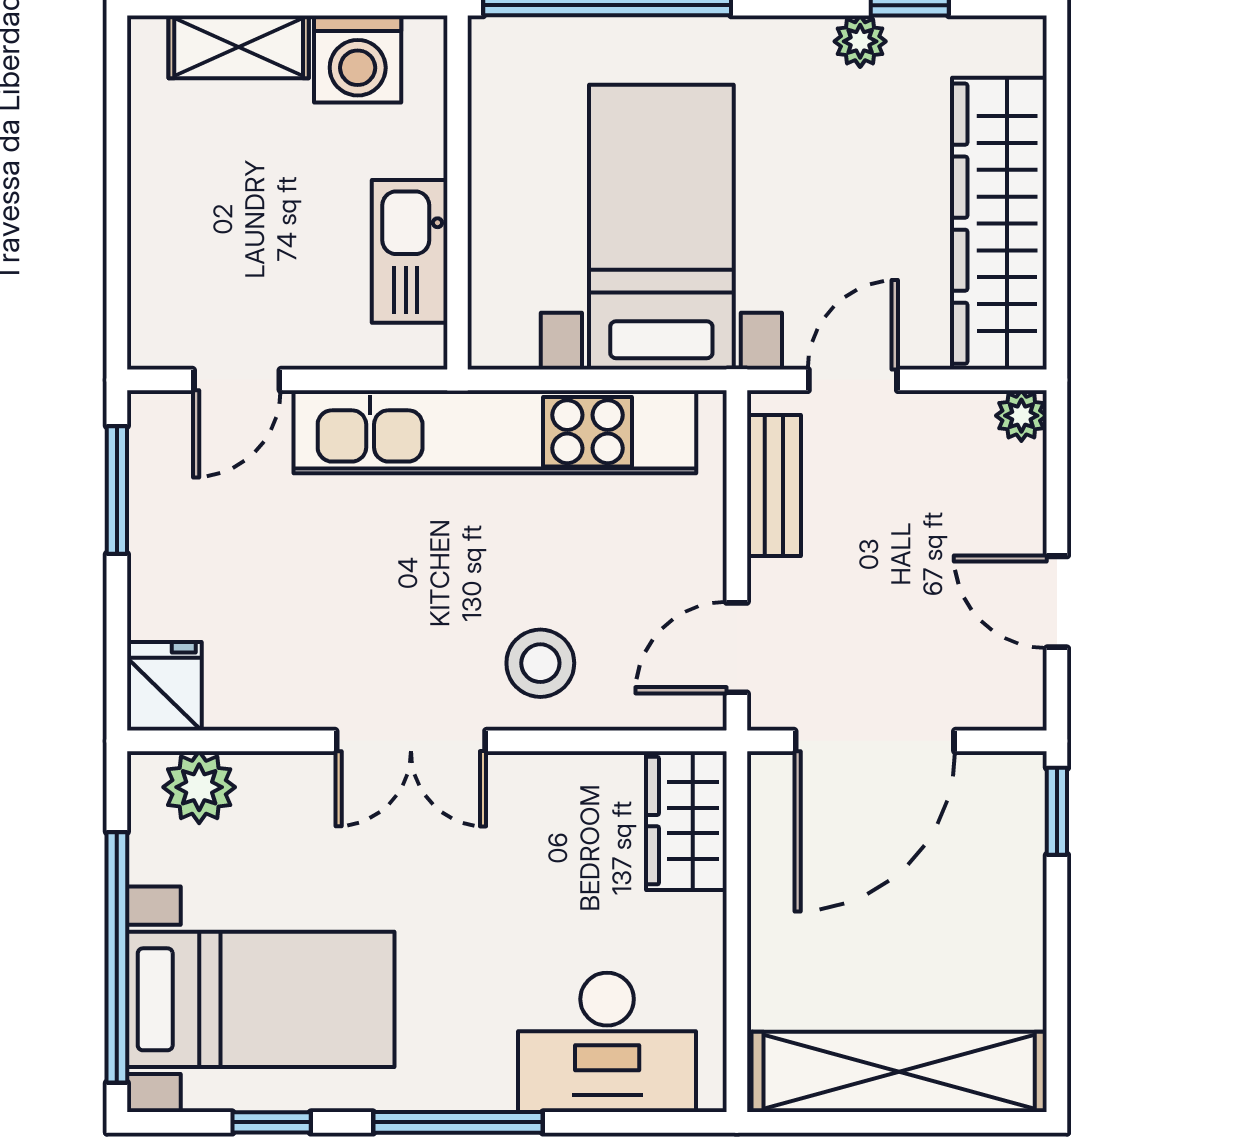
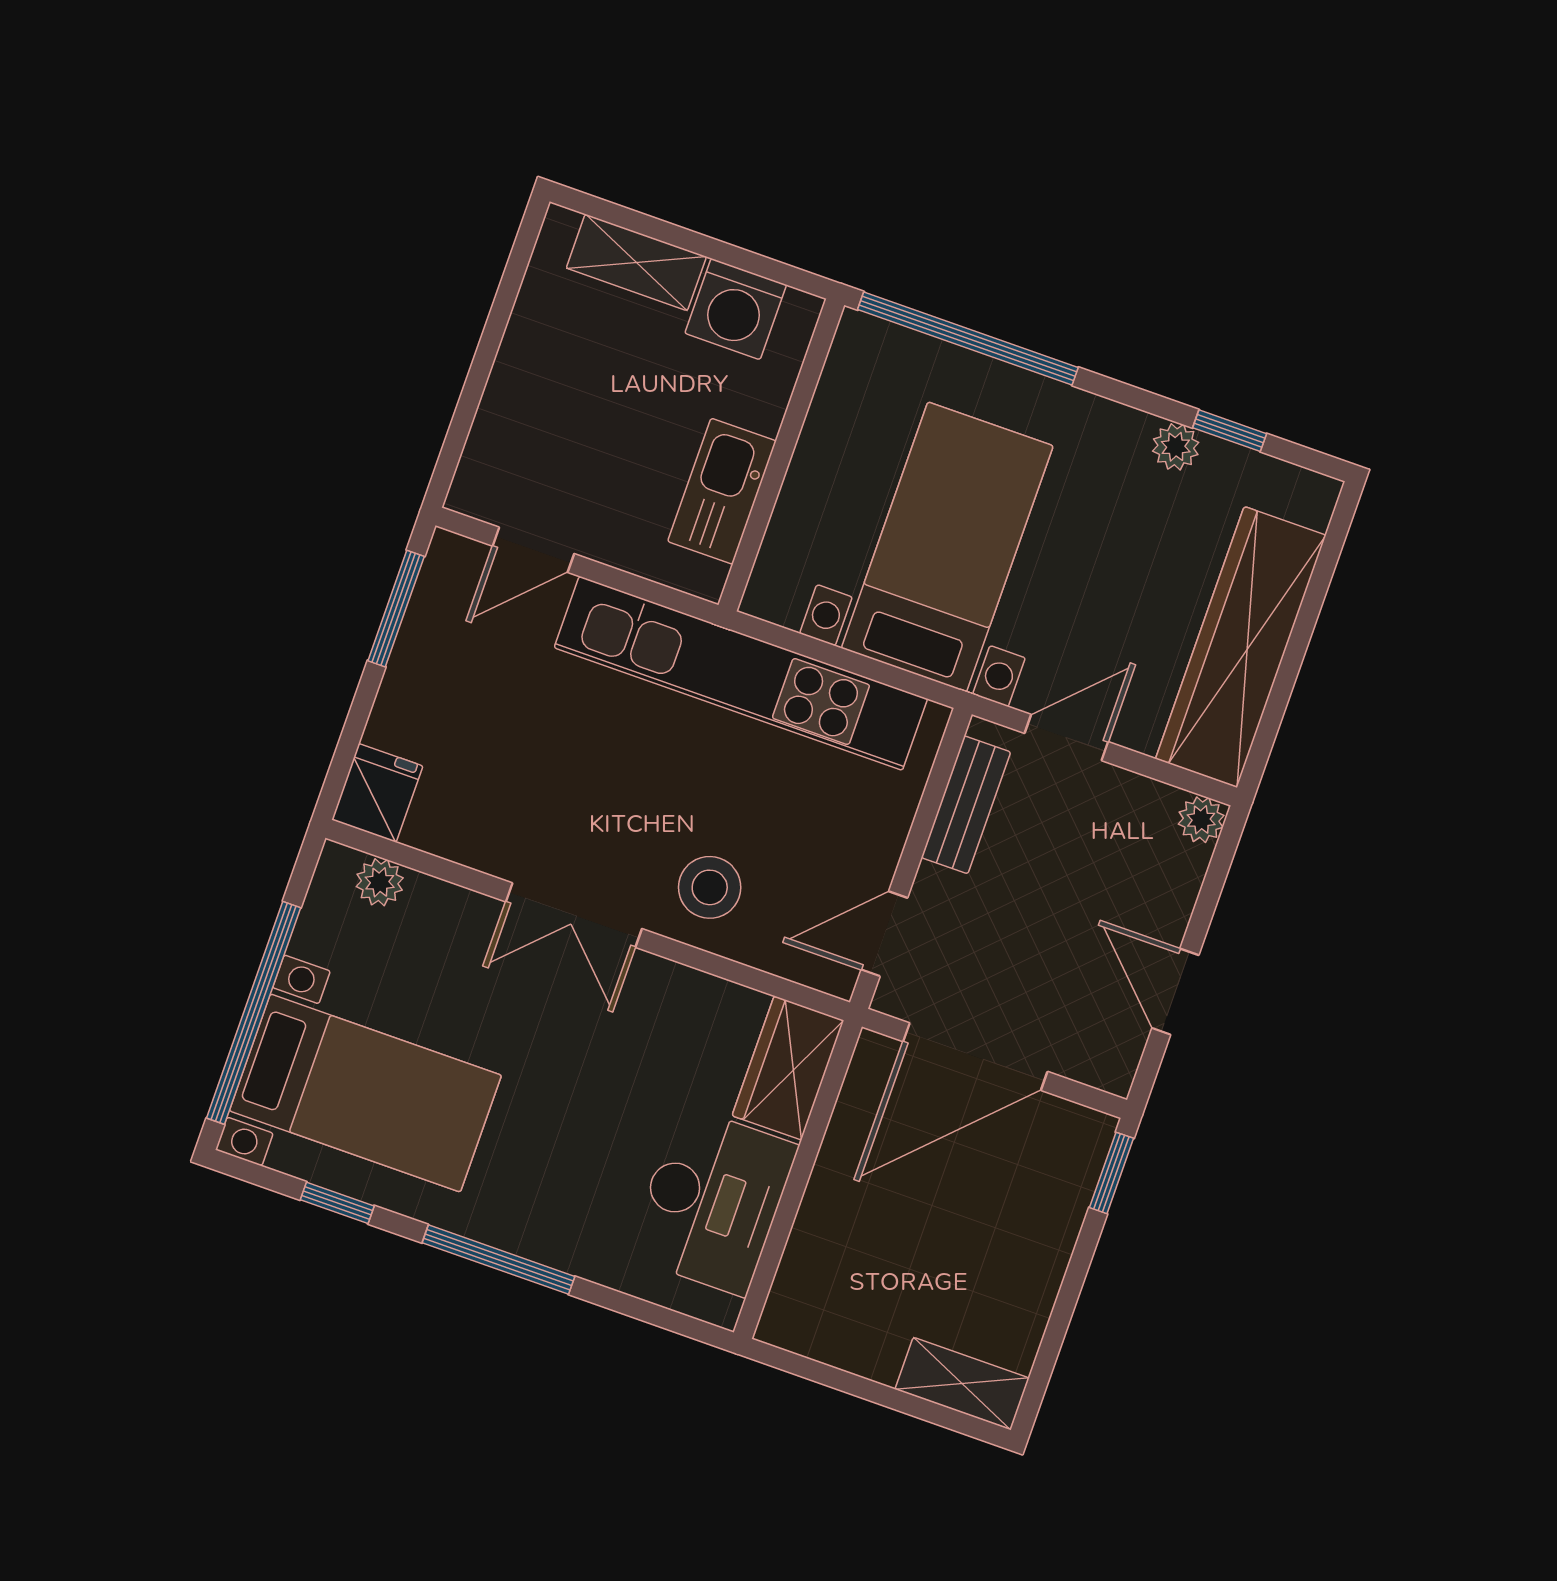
plant: (199, 787) -> (380, 882), width x0.73, depth x0.73
desk: (607, 1042) -> (713, 1201), moved, turned -90
shelving: (899, 1072) -> (962, 1384), width x0.45, depth x0.75

